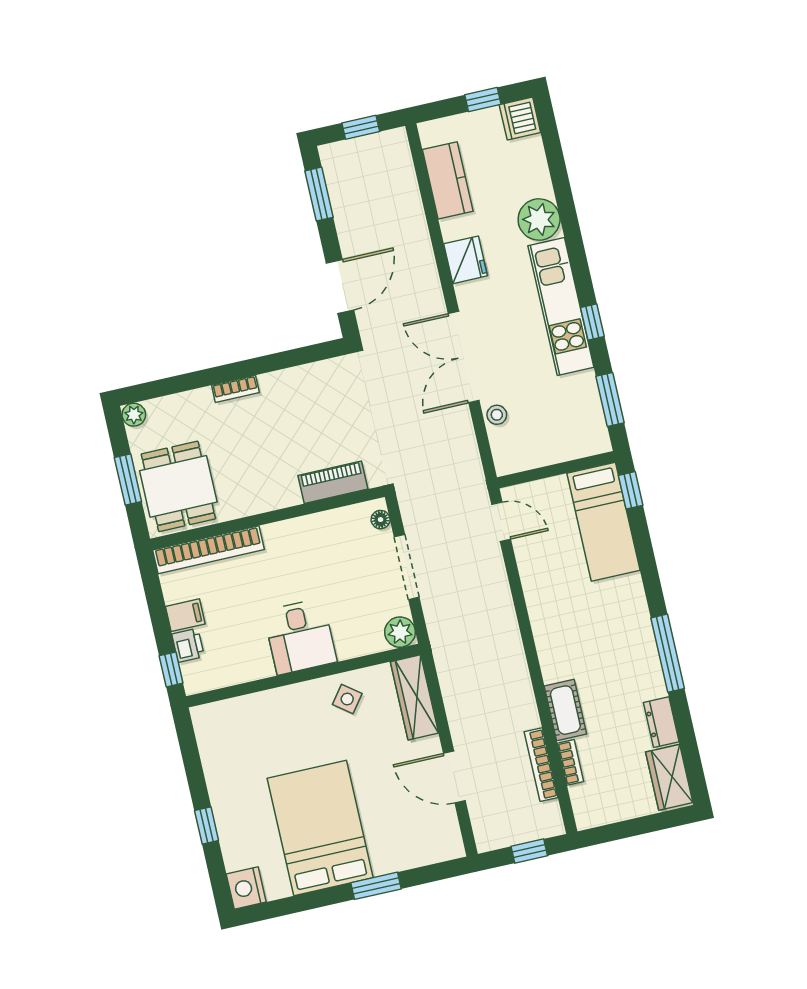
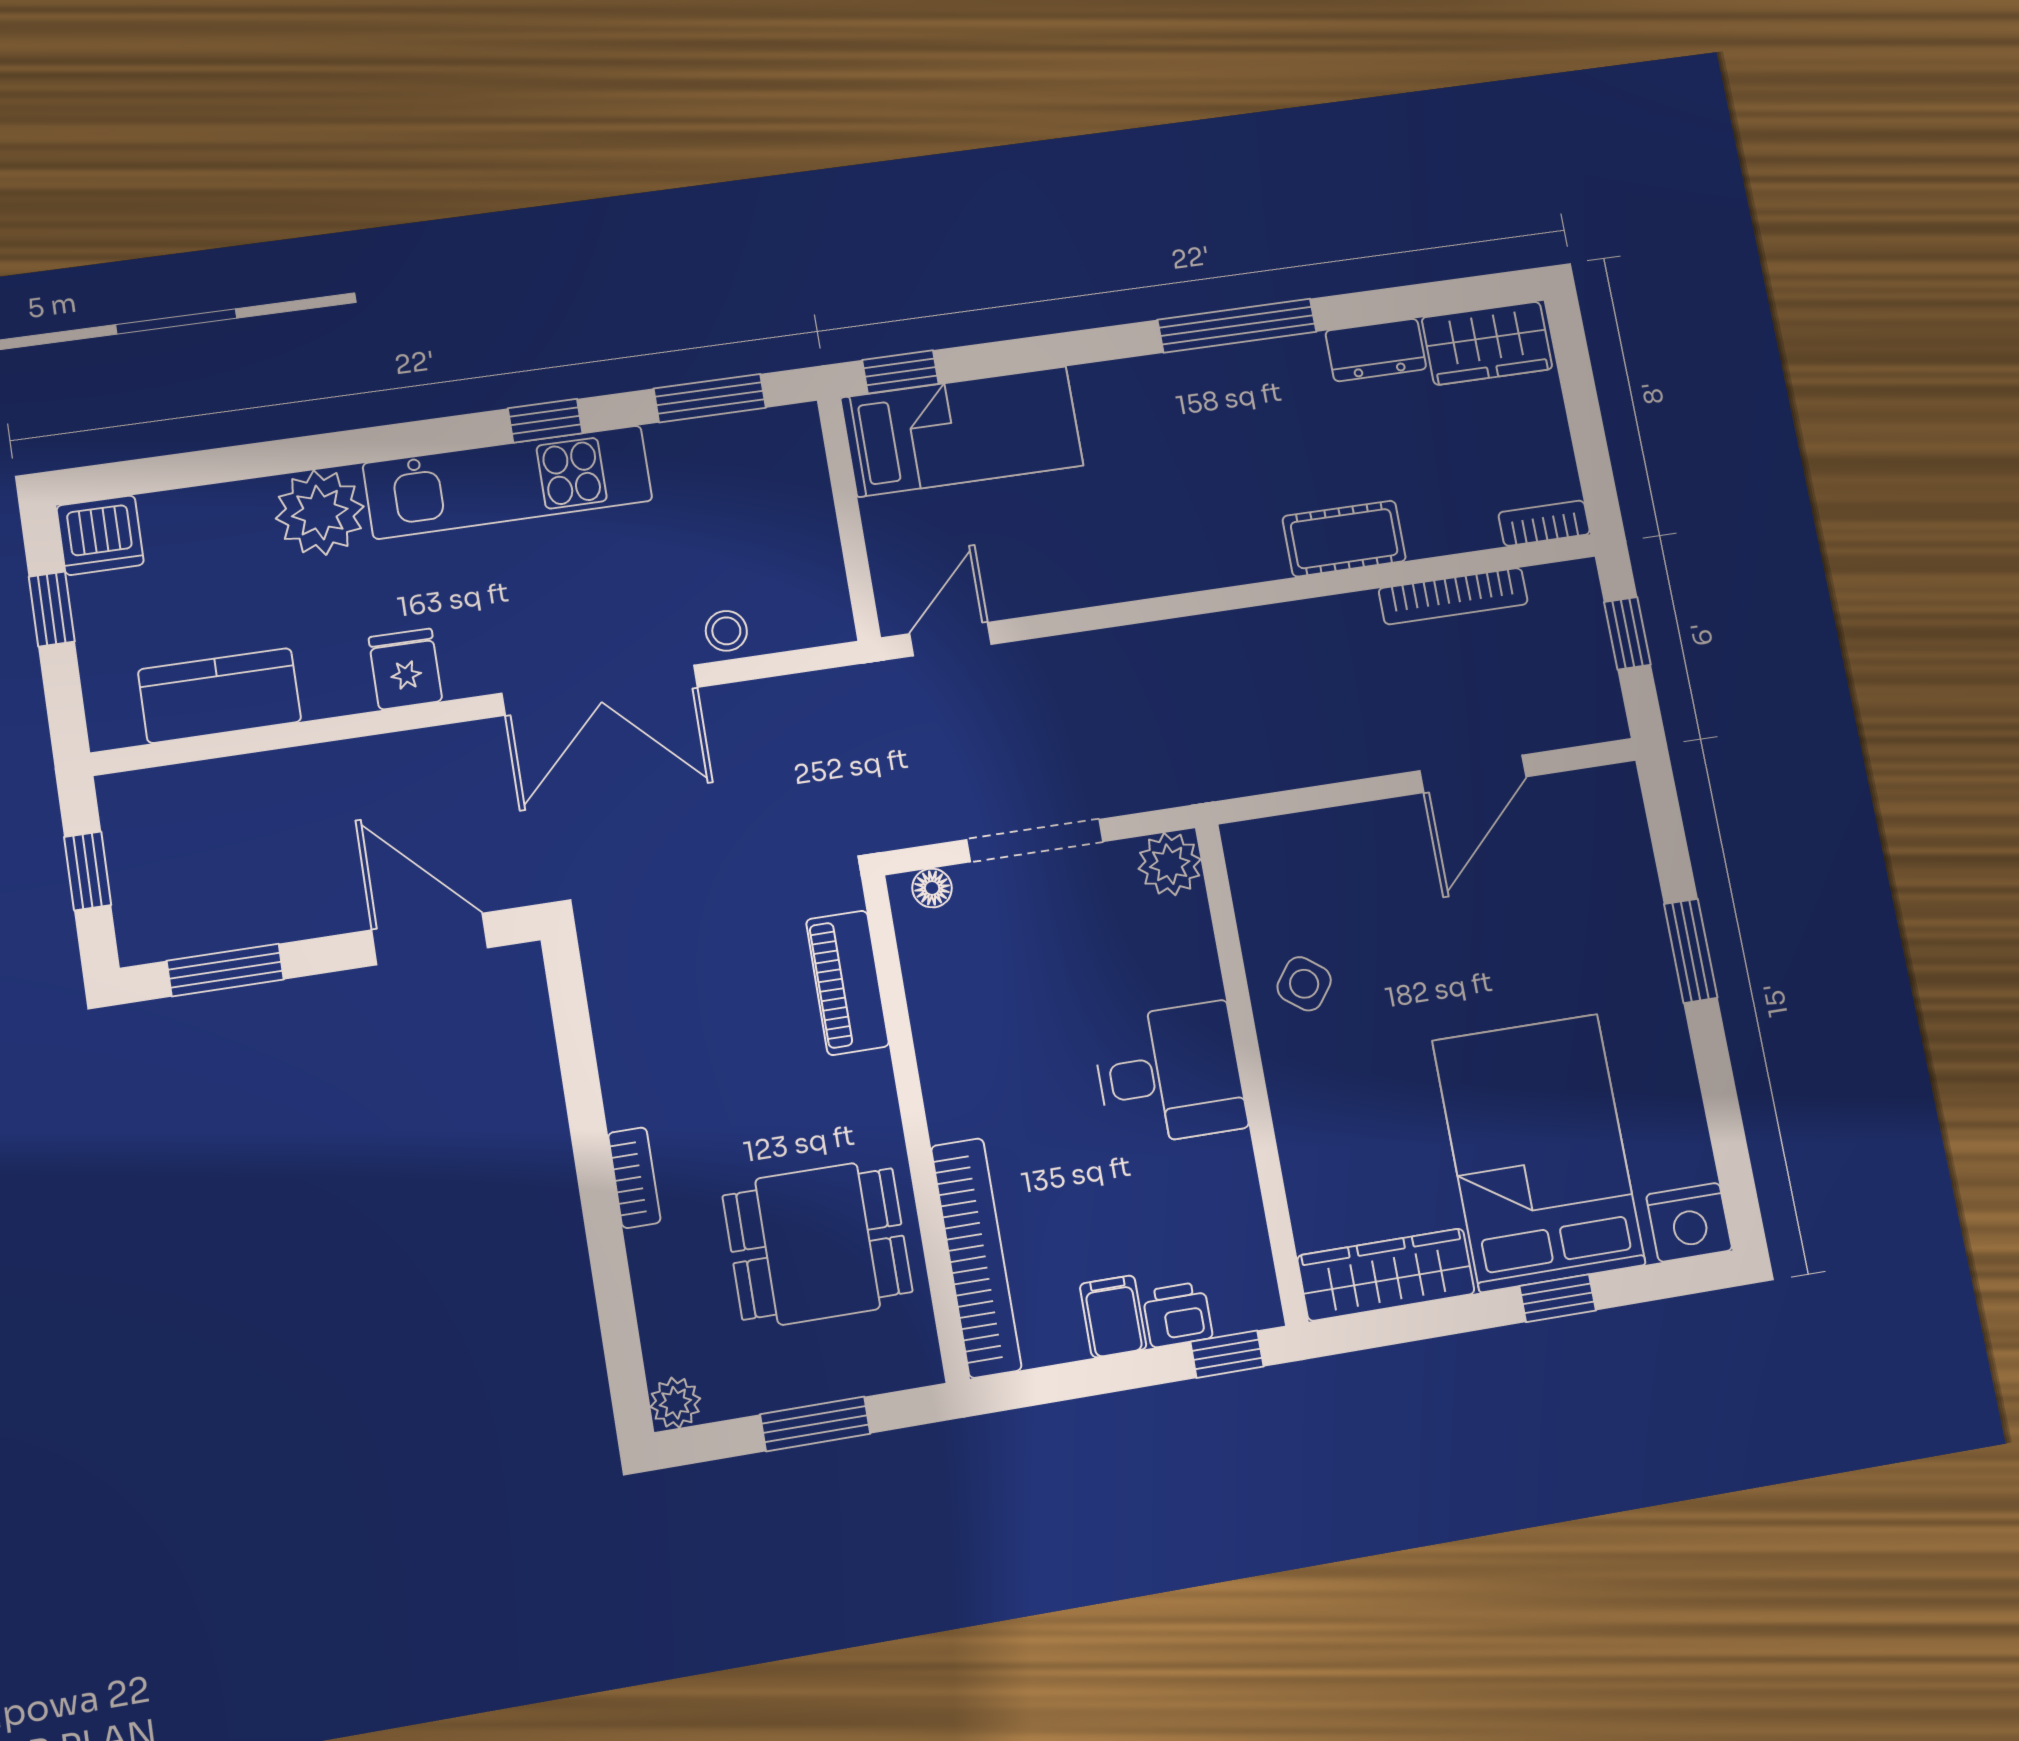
fridge: (466, 260) -> (405, 669), width x0.72
dining table: (178, 486) -> (818, 1244), moved
wardrobe: (414, 697) -> (1386, 1275), moved, turned 180
bookcase: (570, 762) -> (1544, 523), moved
bed: (320, 828) -> (1539, 1152), moved, turned 90

